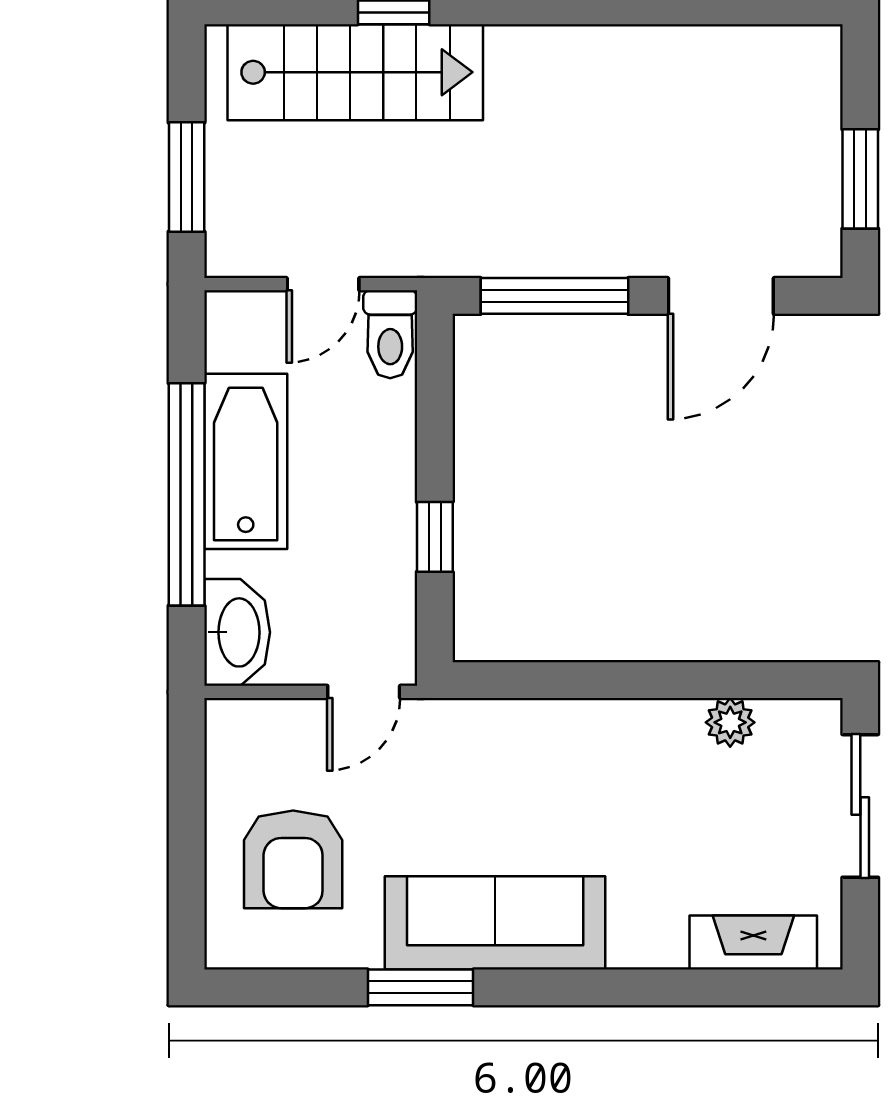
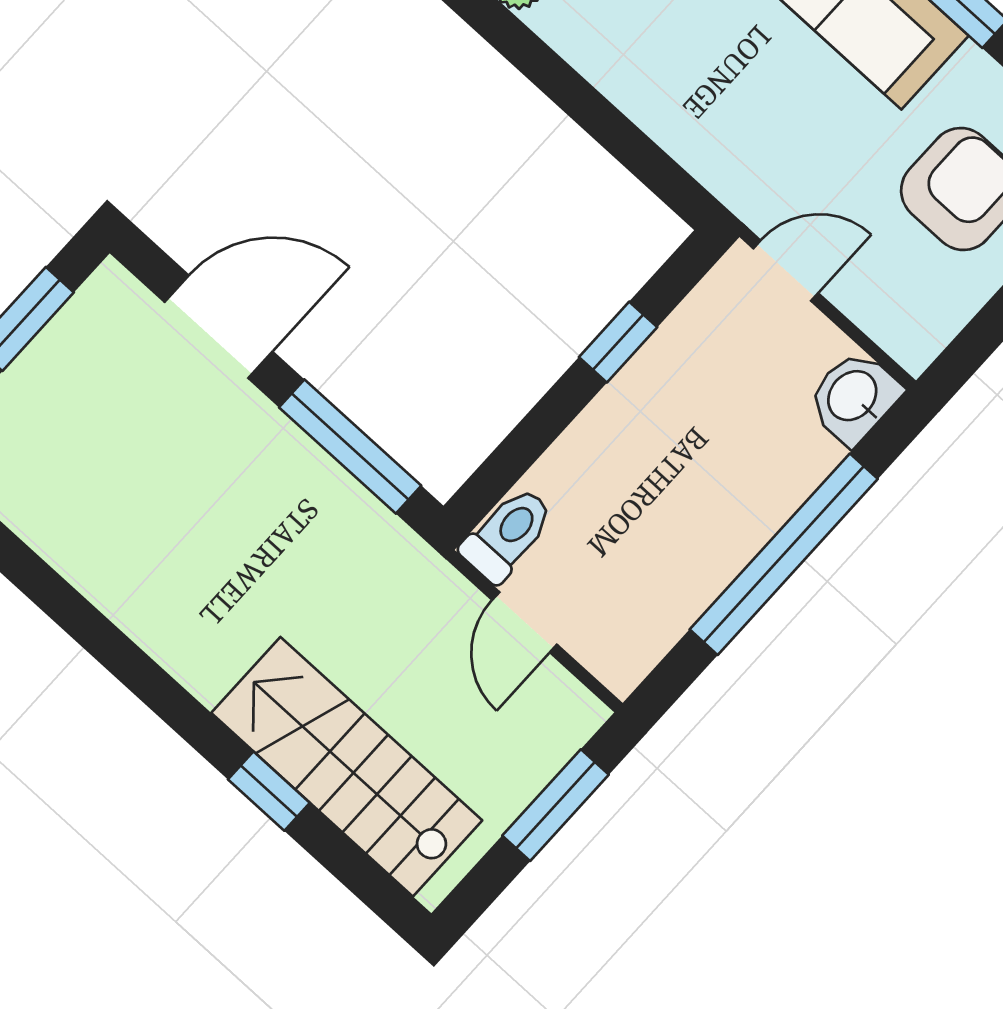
door: (323, 284) -> (525, 622), swing flipped
bathtub: (246, 461) -> (713, 538), removed
washbasin: (237, 632) -> (854, 397), width x0.72

